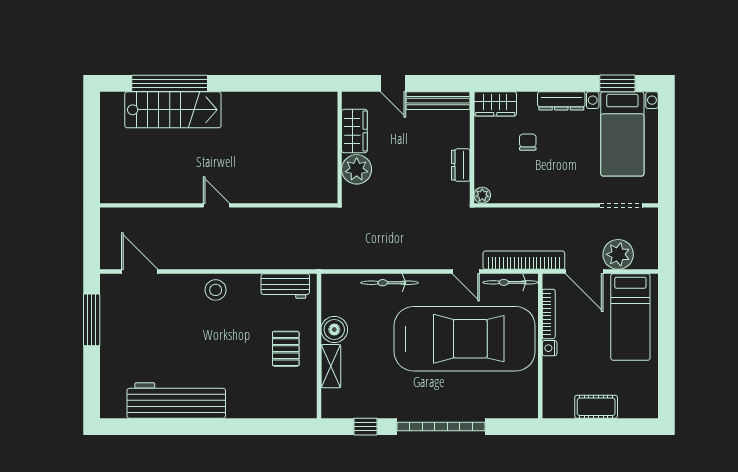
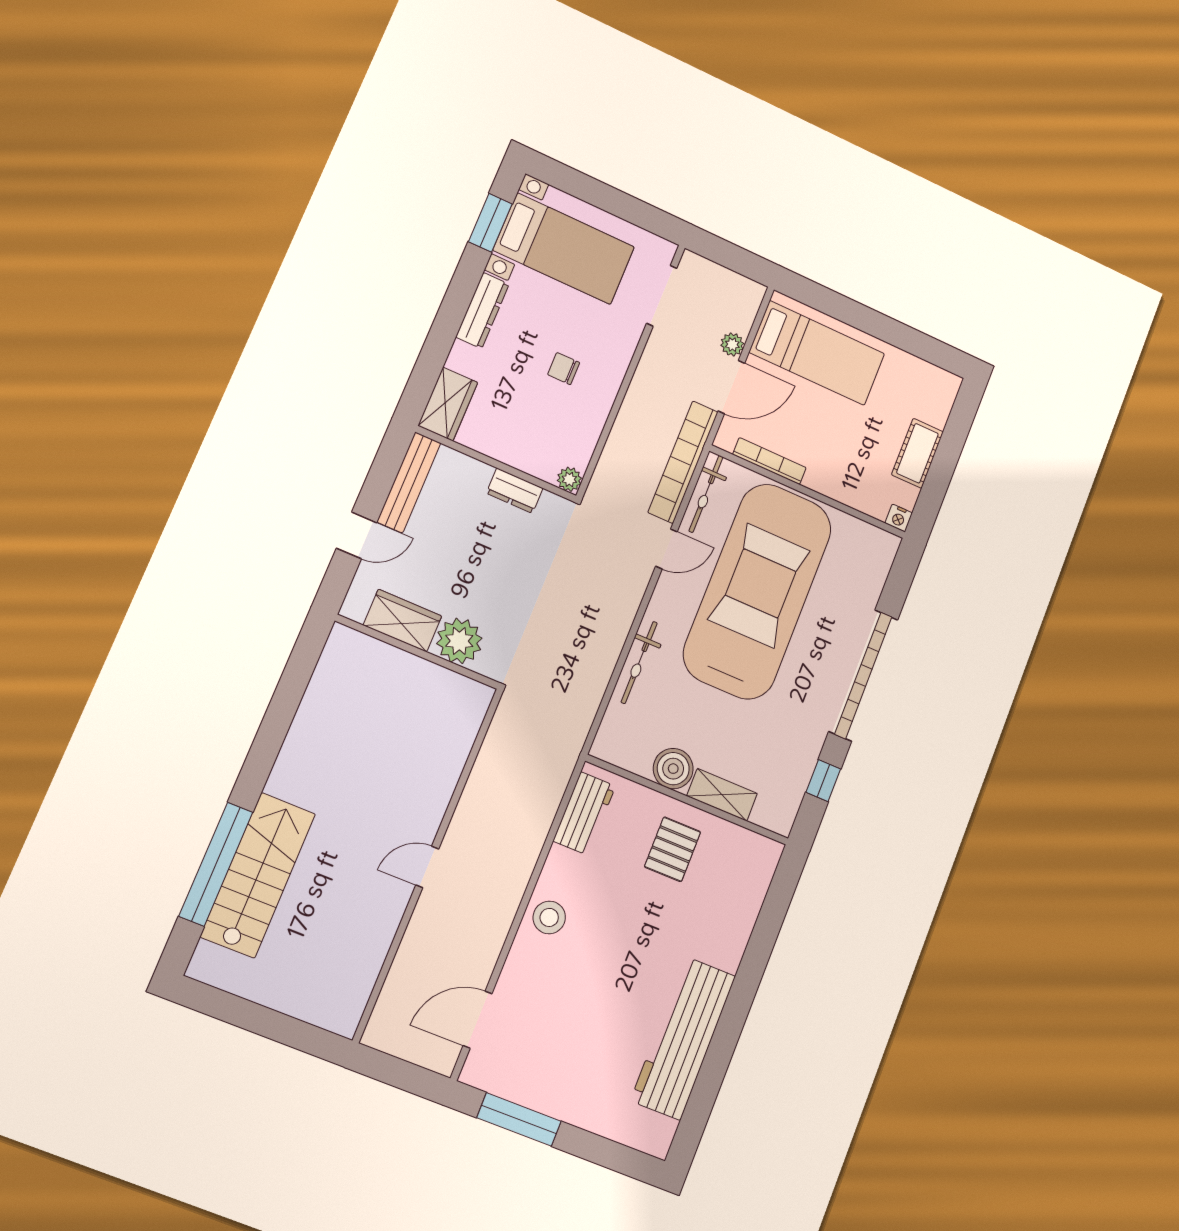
chair: (528, 142) -> (564, 369), moved
plant: (618, 254) -> (732, 344), width x0.53, depth x0.53
nightstand: (550, 348) -> (899, 518), moved
pallet: (286, 349) -> (673, 849), turned 90

